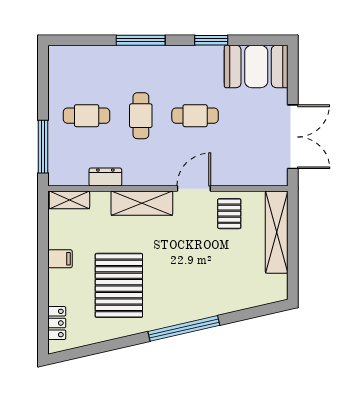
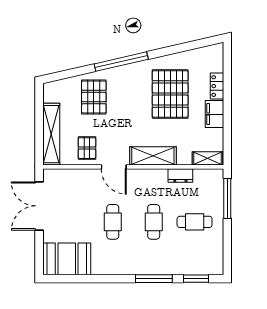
window: (211, 40) -> (196, 279), moved
cafe table: (195, 116) -> (113, 222), turned 90
door: (194, 189) -> (114, 167), hinge flipped
filing cabinet: (60, 259) -> (215, 114), width x2.00
pallet: (220, 281) -> (94, 97), added
locker: (57, 323) -> (217, 86), moved

